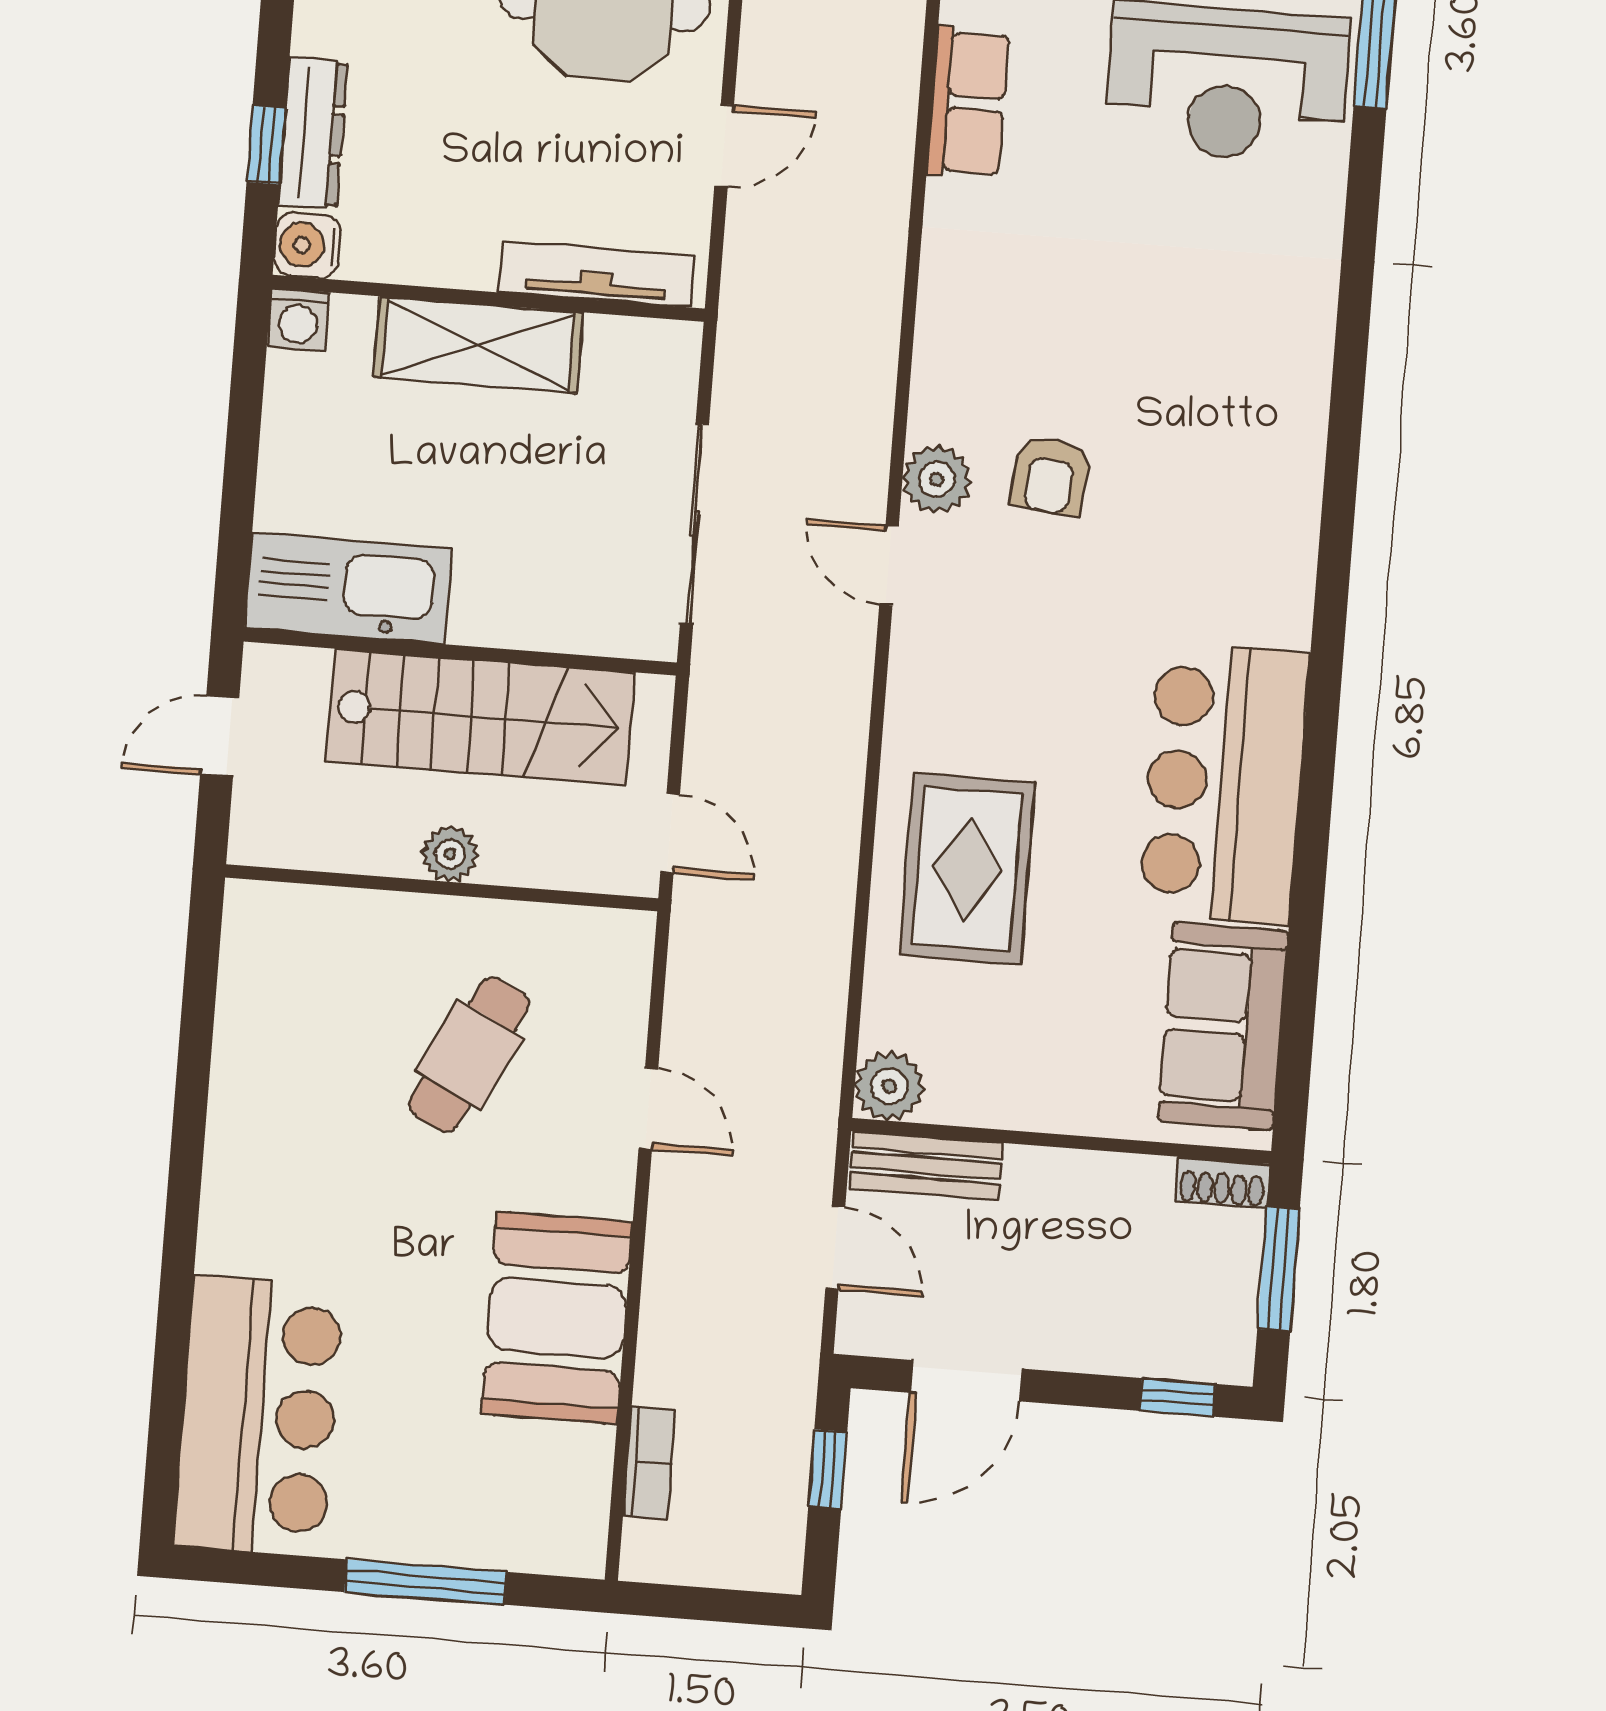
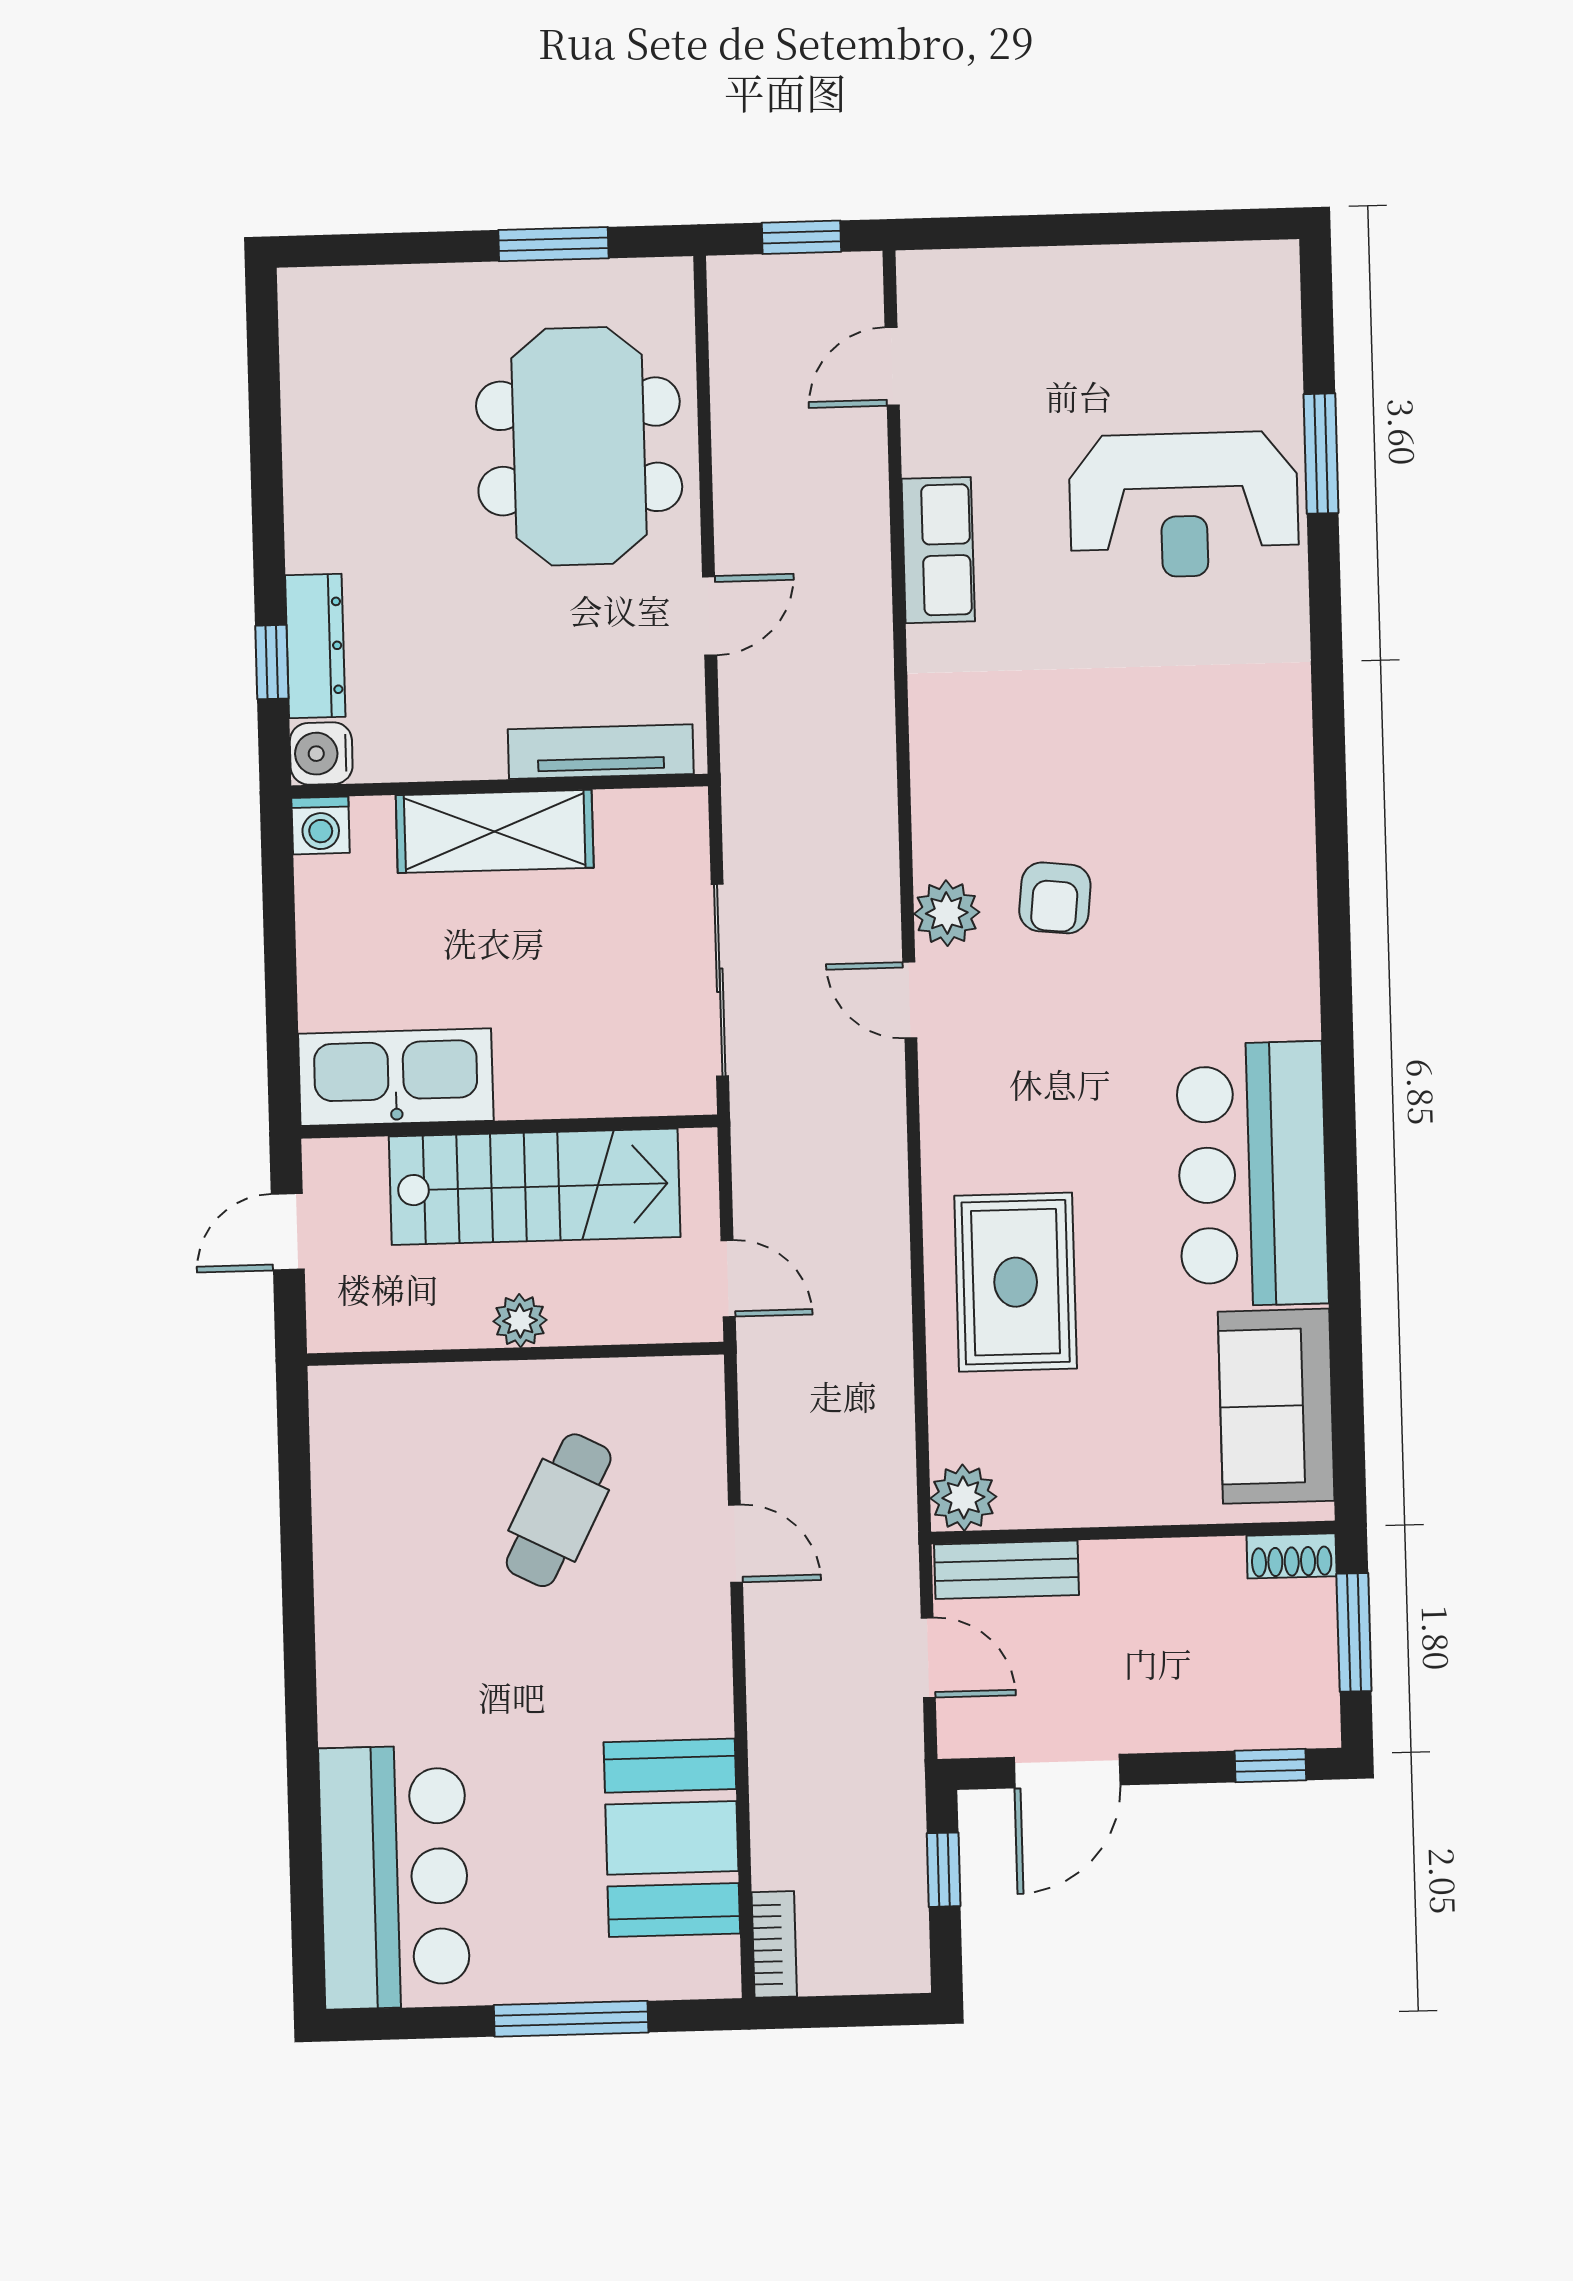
booth: (557, 1318) -> (672, 1838), moved
bookcase: (649, 1462) -> (774, 1944), moved

